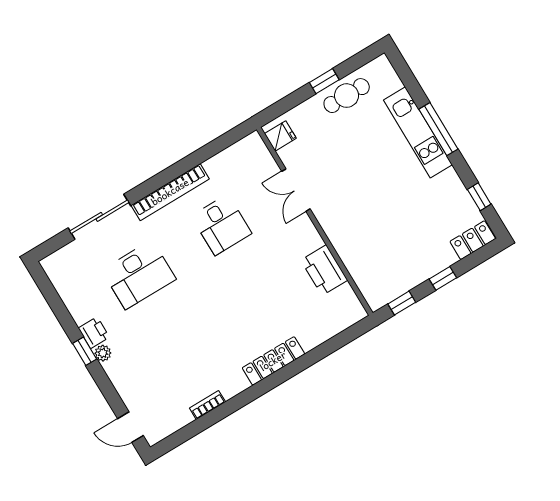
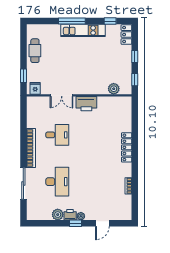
window: (324, 81) -> (23, 76), moved
kitchen unit: (418, 132) -> (83, 30), moved
printer: (324, 270) -> (86, 104), moved
plant: (363, 275) -> (114, 89), added
plant: (81, 311) -> (58, 215), added
door: (130, 427) -> (102, 223), moved

